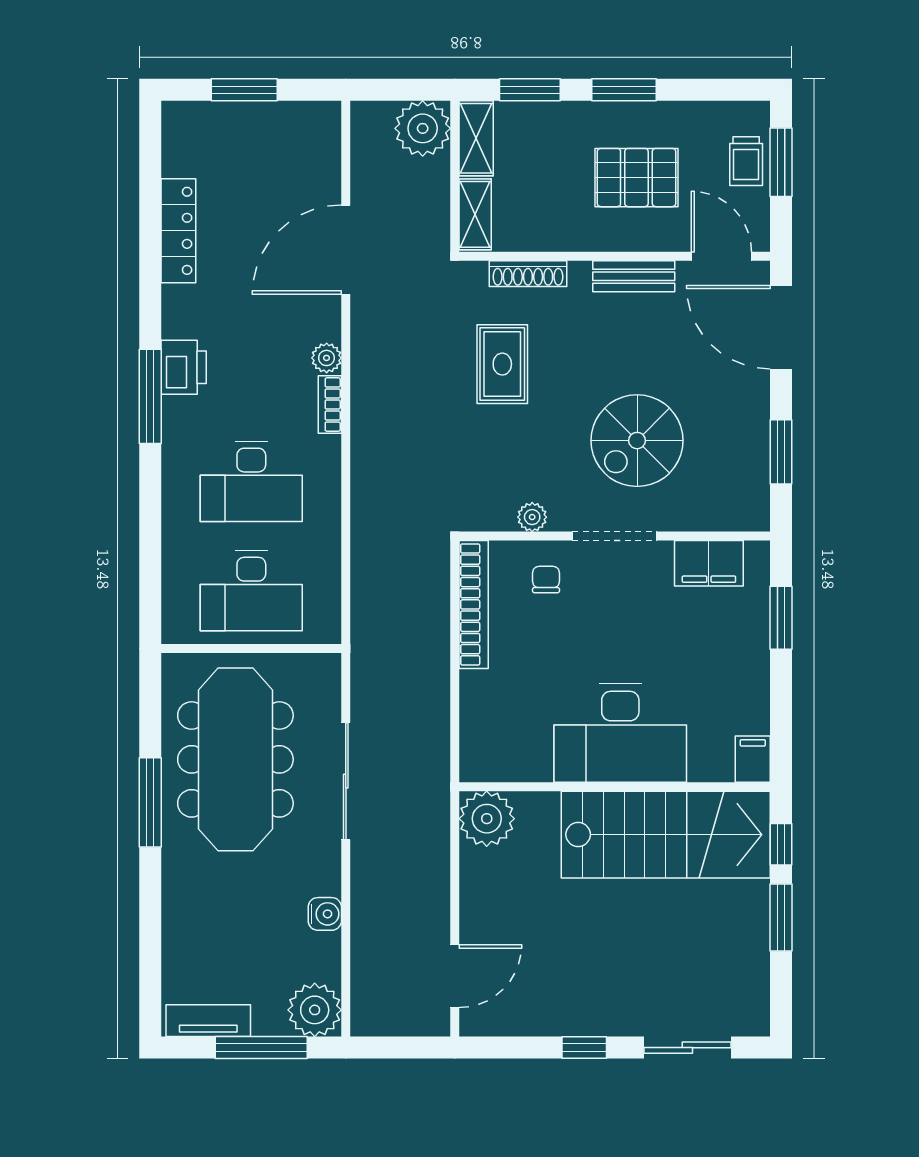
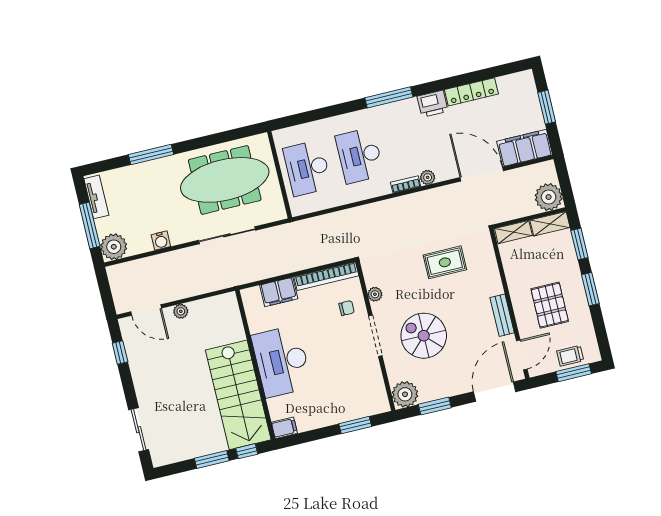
filing cabinet: (314, 153) -> (525, 148), added
shoe rack: (528, 274) -> (491, 264), removed
printer: (184, 367) -> (433, 104), moved
plant: (744, 505) -> (405, 394), added
filing cabinet: (709, 563) -> (279, 292), moved, turned -90
window: (150, 802) -> (151, 154), moved
plant: (487, 819) -> (181, 311), moved, width x0.53, depth x0.53
window: (584, 1048) -> (120, 353), moved

